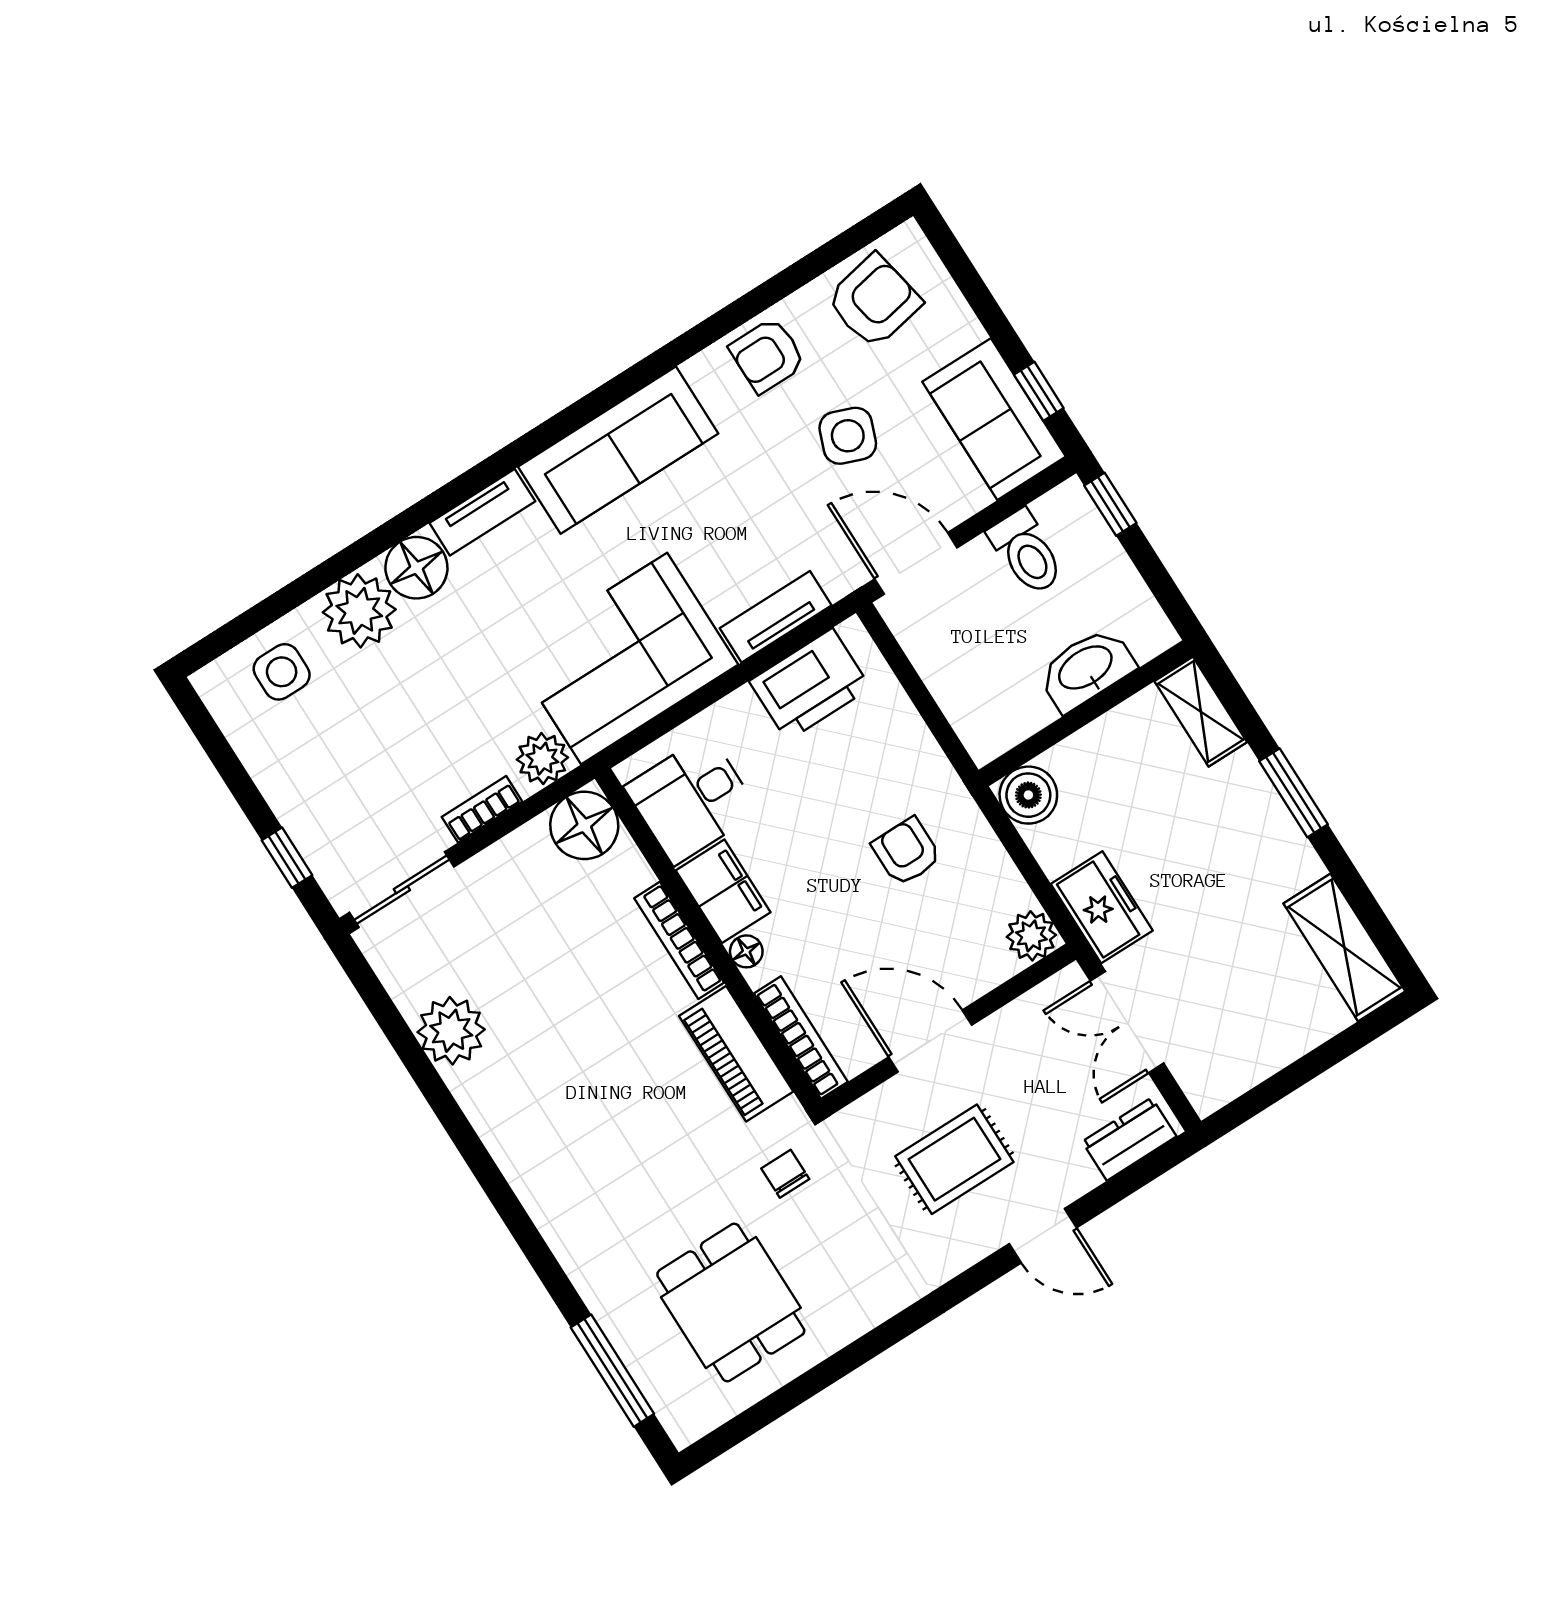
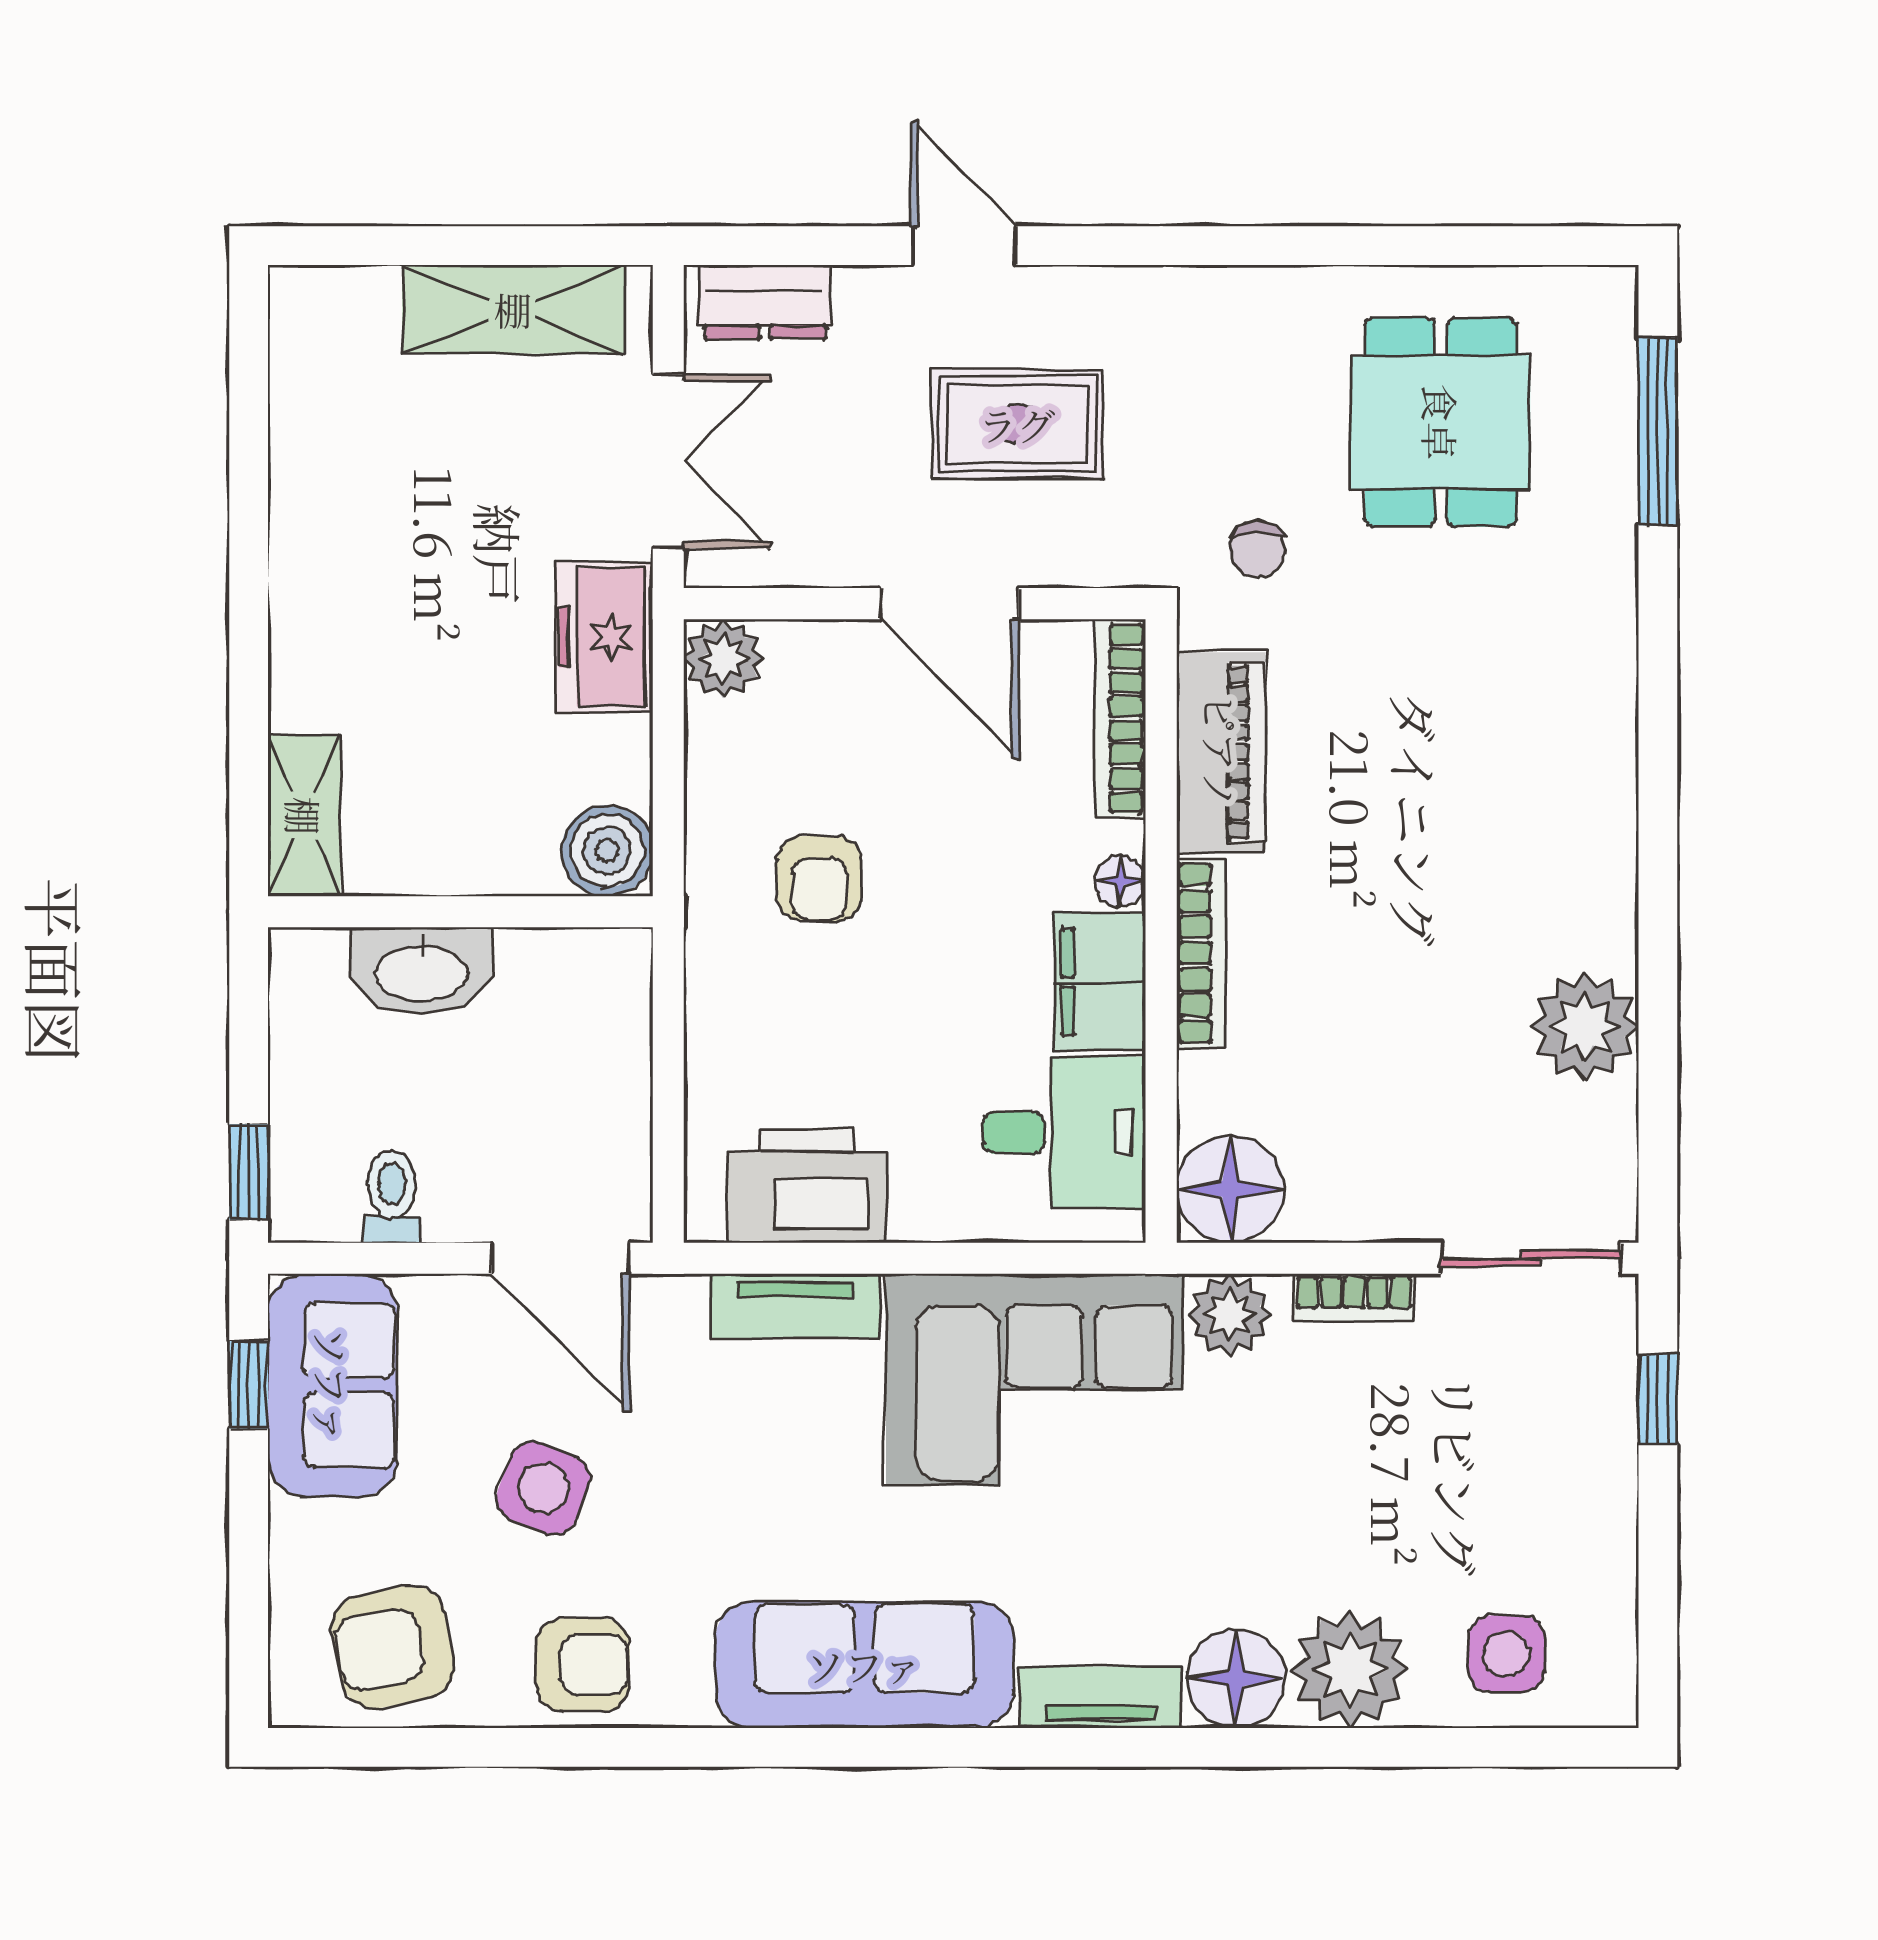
toilet: (1026, 552) -> (392, 1197), width x0.73, depth x0.72
window: (1294, 793) -> (249, 627), removed
shelving: (1344, 947) -> (513, 309), moved, turned 90

